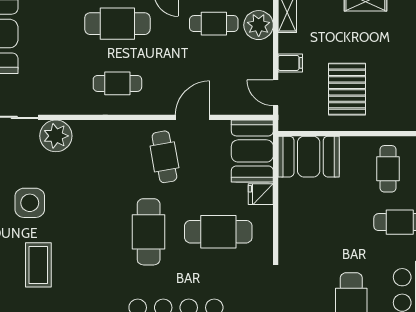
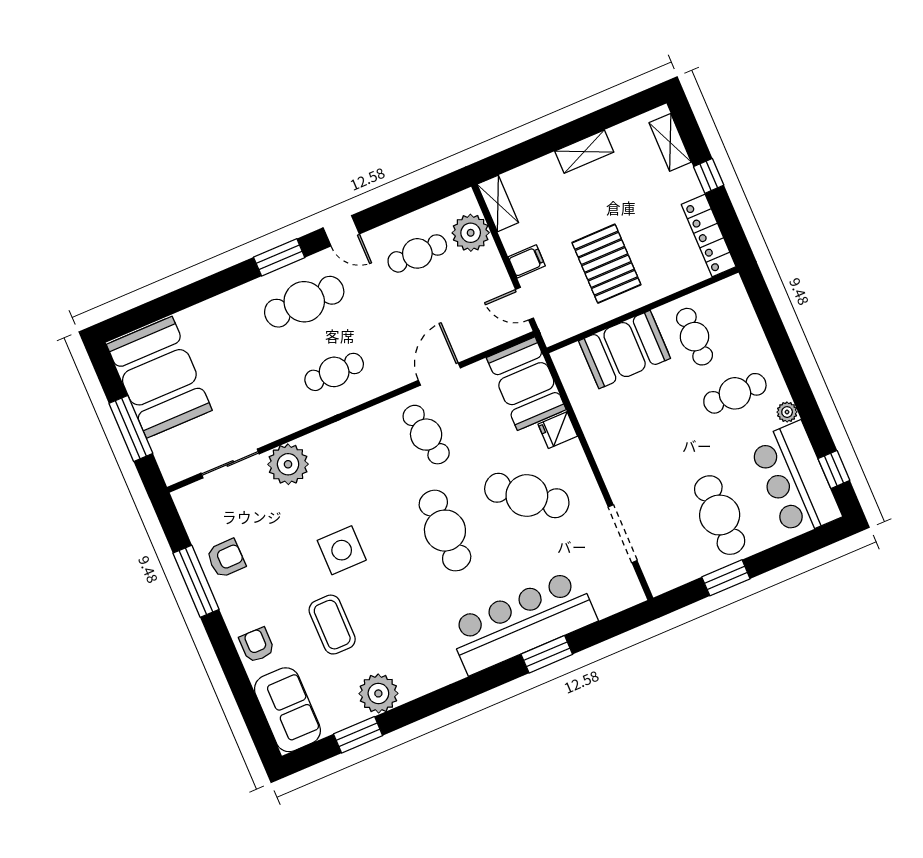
booth: (309, 157) -> (625, 350), moved
side table: (30, 203) -> (342, 550), moved
cafe table: (218, 232) -> (527, 496), turned 38

